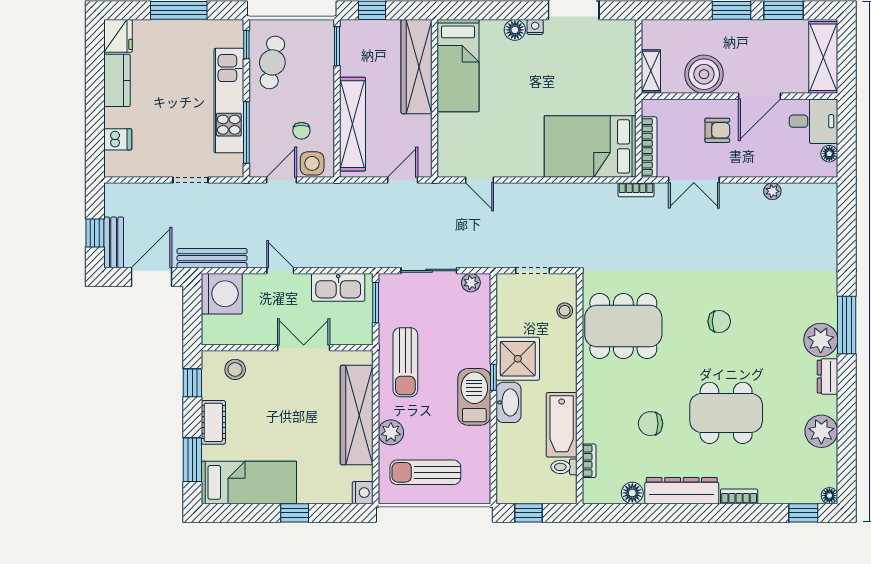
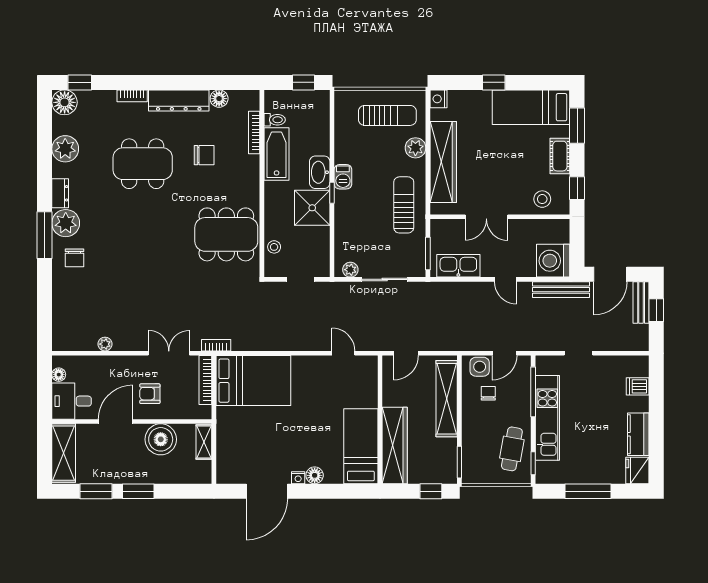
chair: (719, 321) -> (74, 258), moved, turned -90
barbecue: (474, 397) -> (343, 177), width x0.53, depth x0.65
bookcase: (589, 461) -> (254, 132), width x1.56
floor lamp: (829, 496) -> (65, 102), width x1.89, depth x1.89

